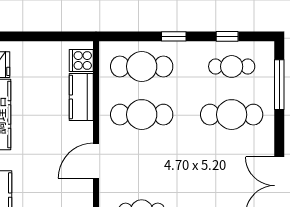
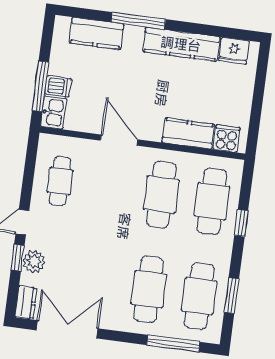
window: (174, 36) -> (241, 223), moved
window: (227, 36) -> (231, 296), width x1.50
cafe table: (232, 66) -> (199, 296), width x1.37, depth x1.35

